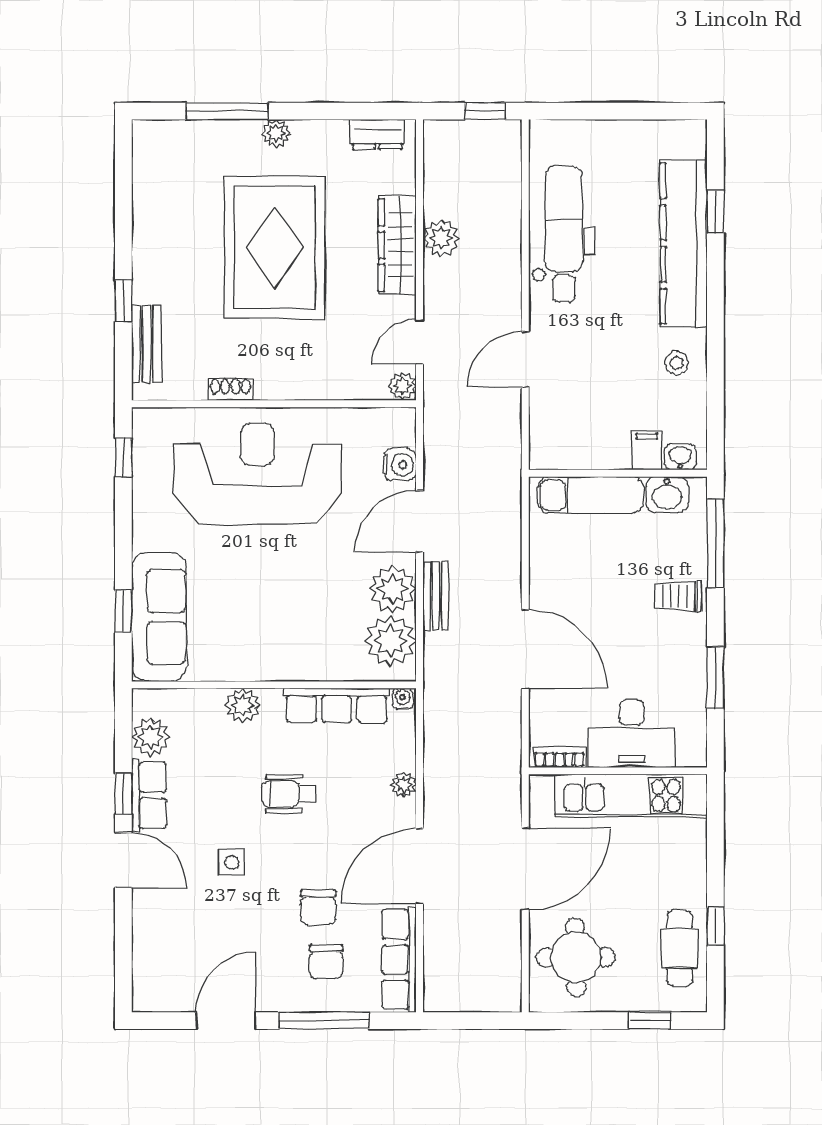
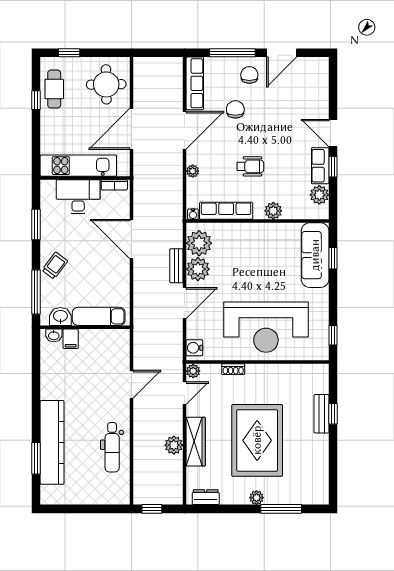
window: (715, 212) -> (36, 458), width x1.50
dental chair: (564, 234) -> (112, 447), width x0.73, depth x0.72
bench: (146, 344) -> (321, 414), moved
stool: (677, 363) -> (56, 383), removed
shoe rack: (230, 389) -> (233, 369), moved
water cooler: (400, 465) -> (194, 348), moved
trolley: (678, 596) -> (55, 266), turned -53
side table: (232, 862) -> (279, 132), removed
chair: (326, 962) -> (249, 75), moved

